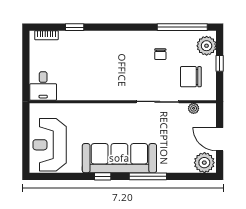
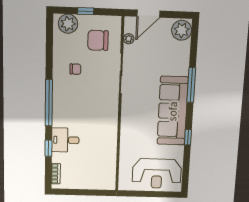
window: (182, 27) -> (49, 103), moved
chair: (191, 77) -> (98, 40), turned 90
desk: (43, 86) -> (65, 140), moved, turned 180
door: (220, 139) -> (148, 14), moved
window: (103, 176) -> (188, 137), moved

